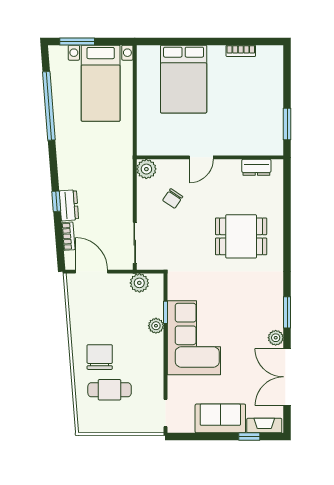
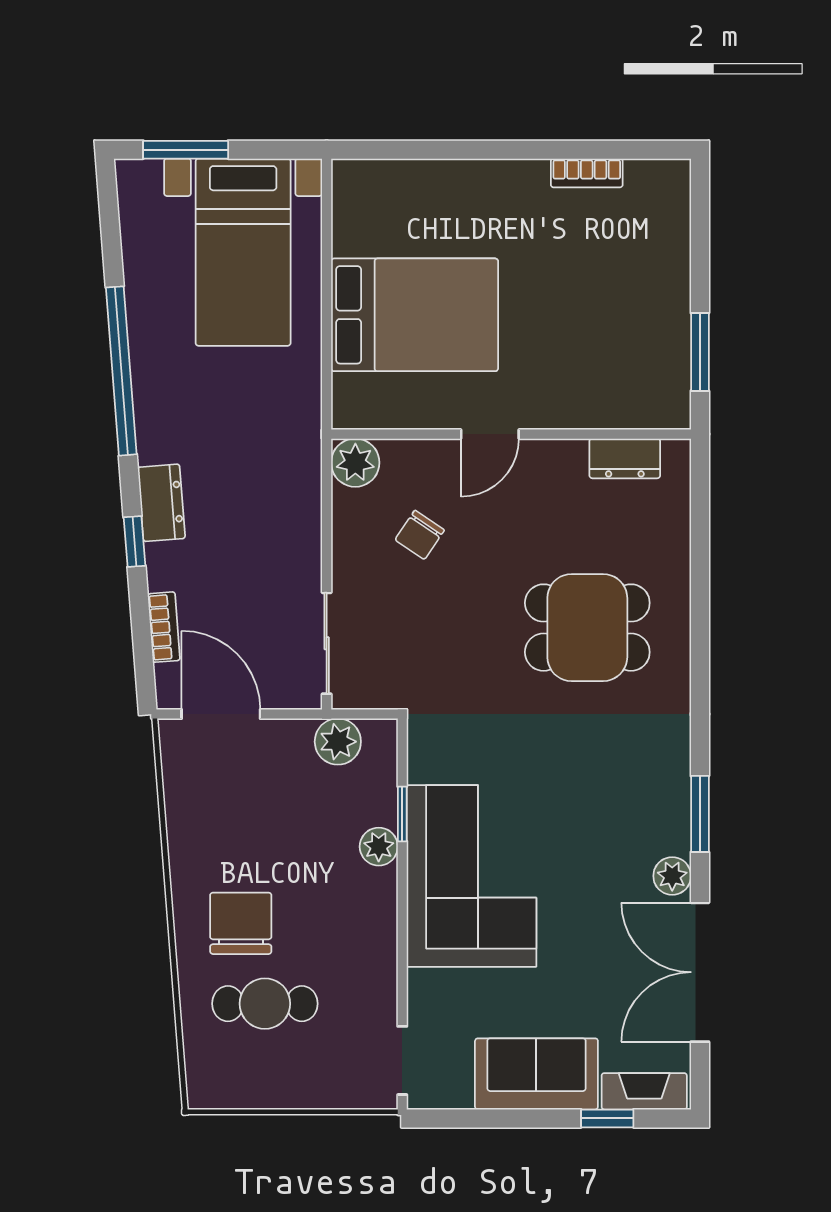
bed: (184, 79) -> (415, 315), moved, turned -90
window: (49, 106) -> (121, 371), moved
dresser: (69, 205) -> (161, 503), moved

